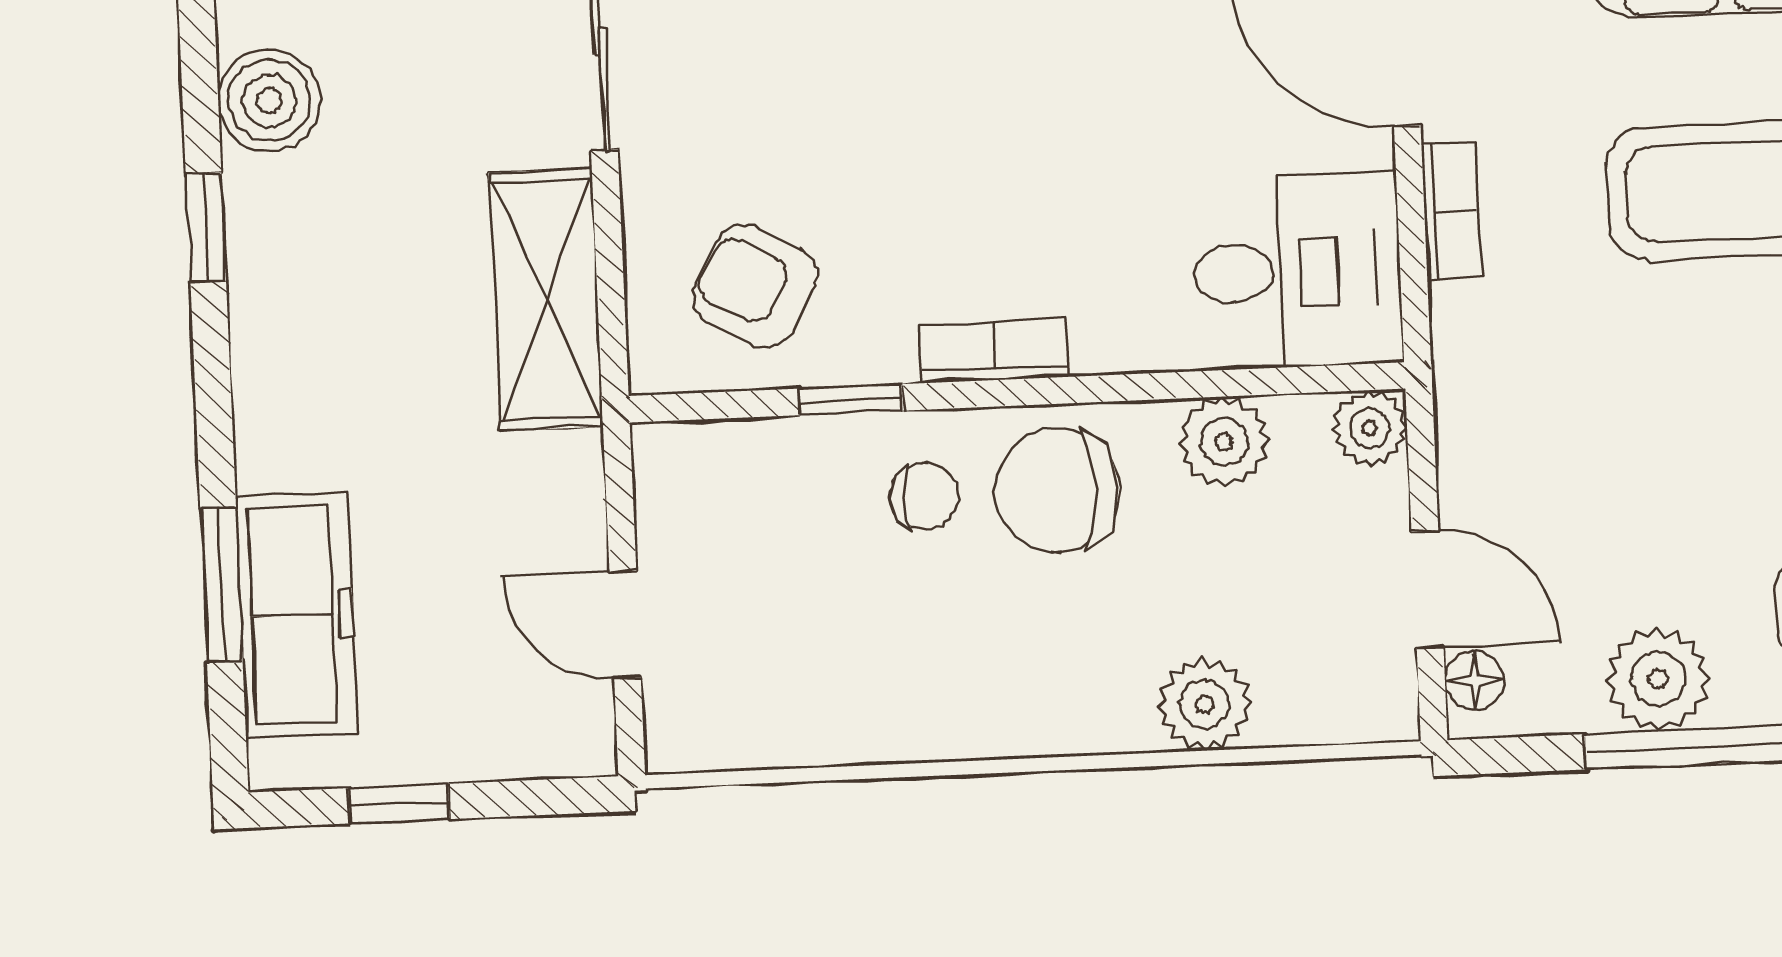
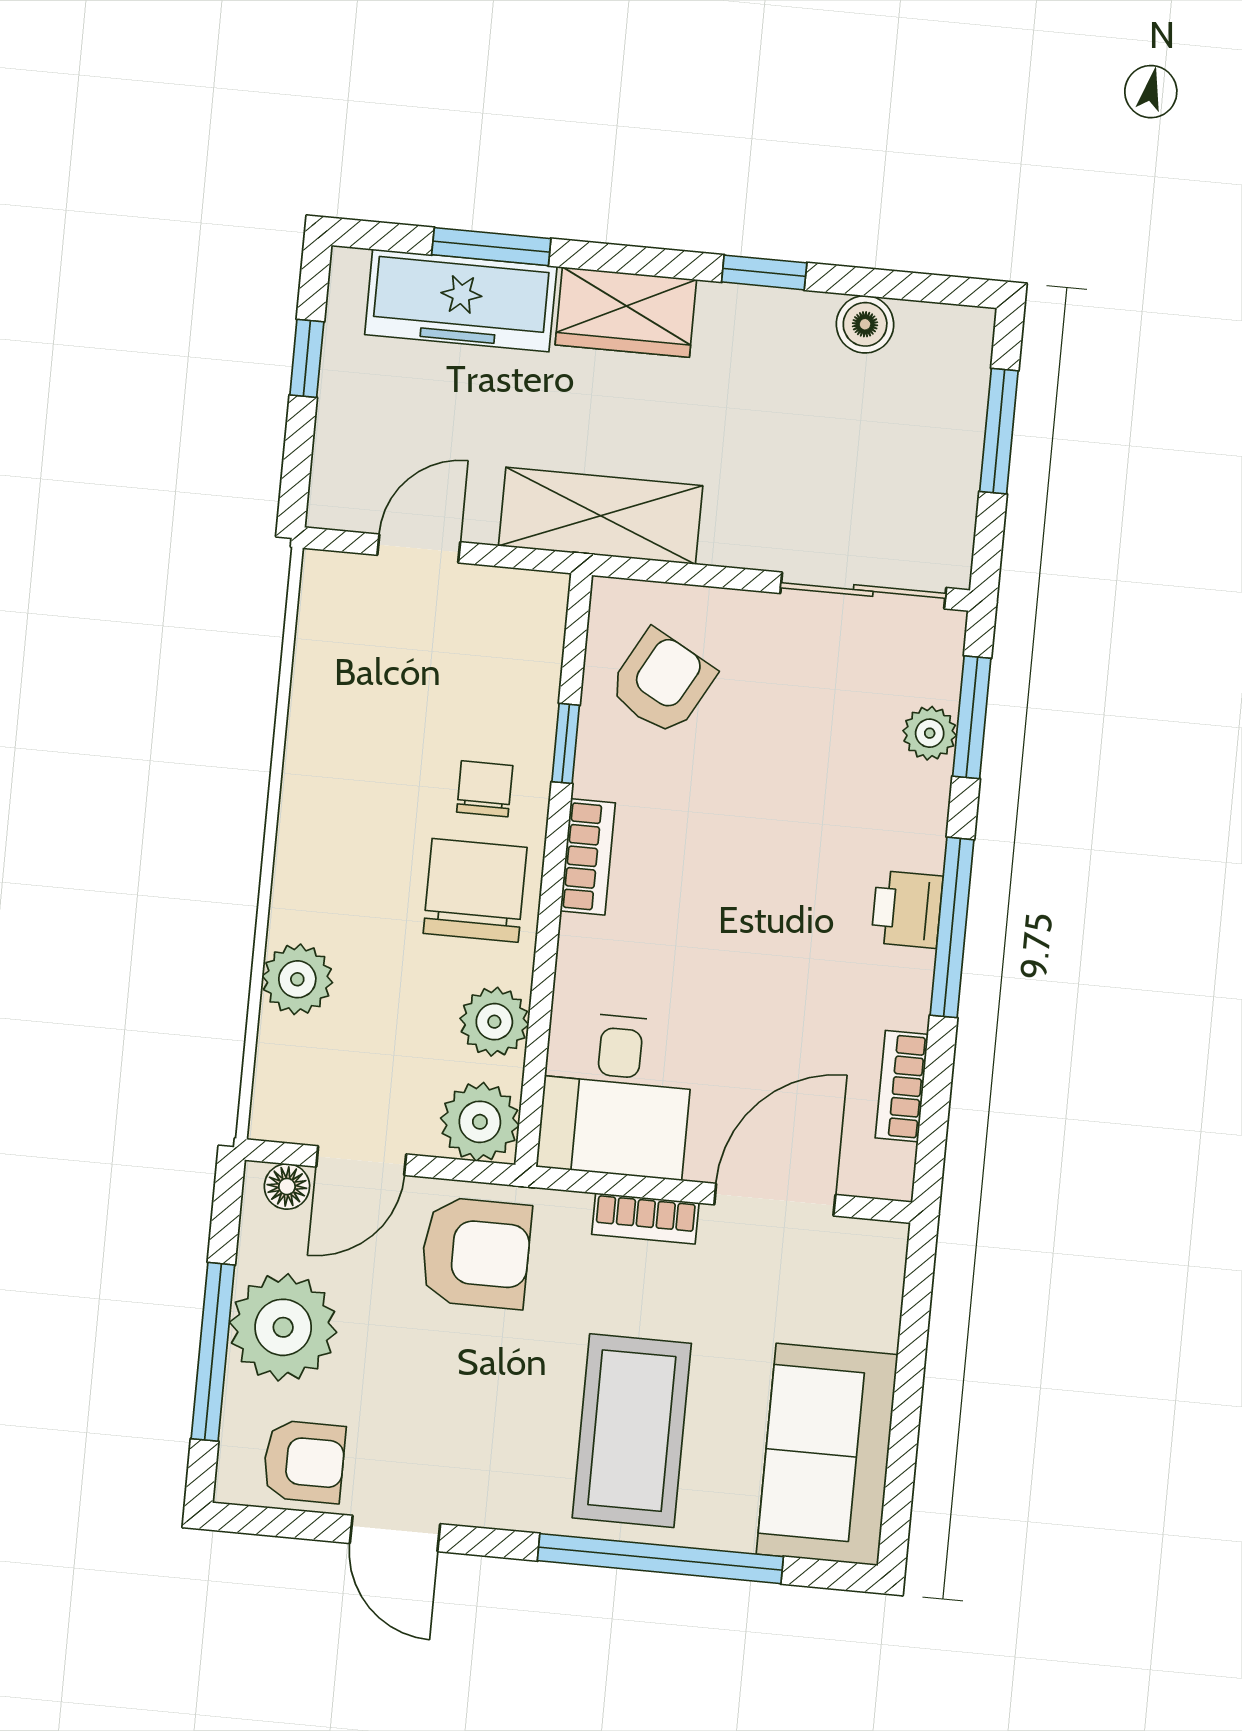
boiler: (269, 100) -> (865, 324), width x0.73, depth x0.73
shelving: (546, 300) -> (601, 516), moved
wardrobe: (282, 399) -> (626, 312), added
armchair: (1526, 424) -> (476, 1253), added
plant: (1370, 428) -> (480, 1122), width x1.38, depth x1.38
chair: (924, 496) -> (485, 789), turned 180
plant: (1658, 679) -> (283, 1327), width x1.36, depth x1.36

